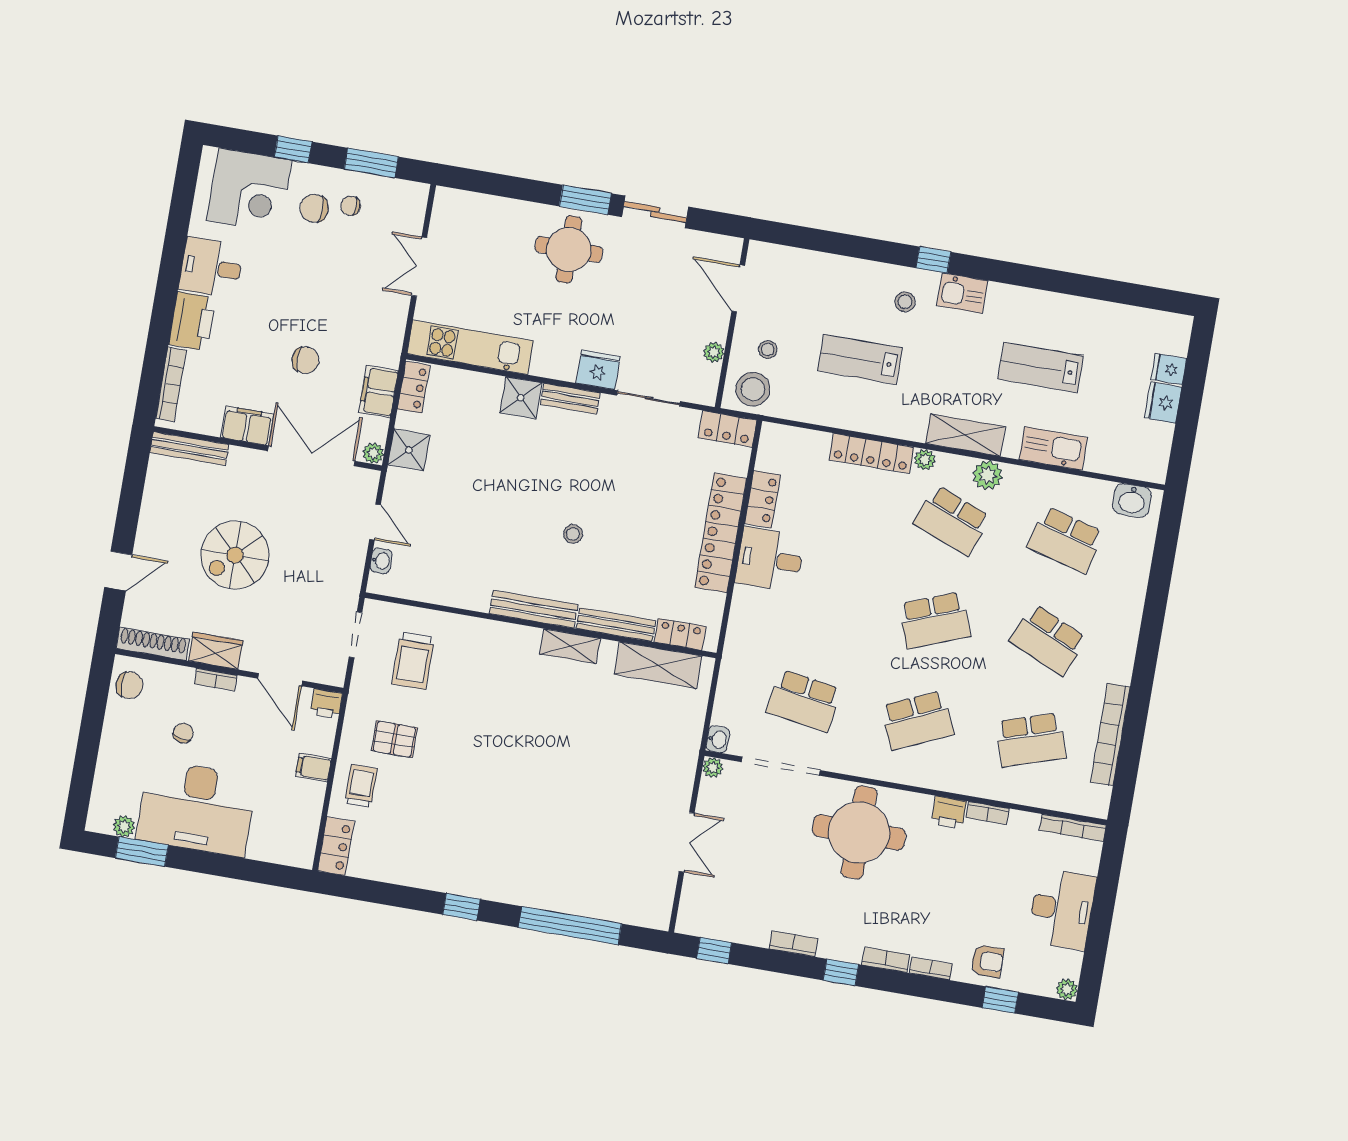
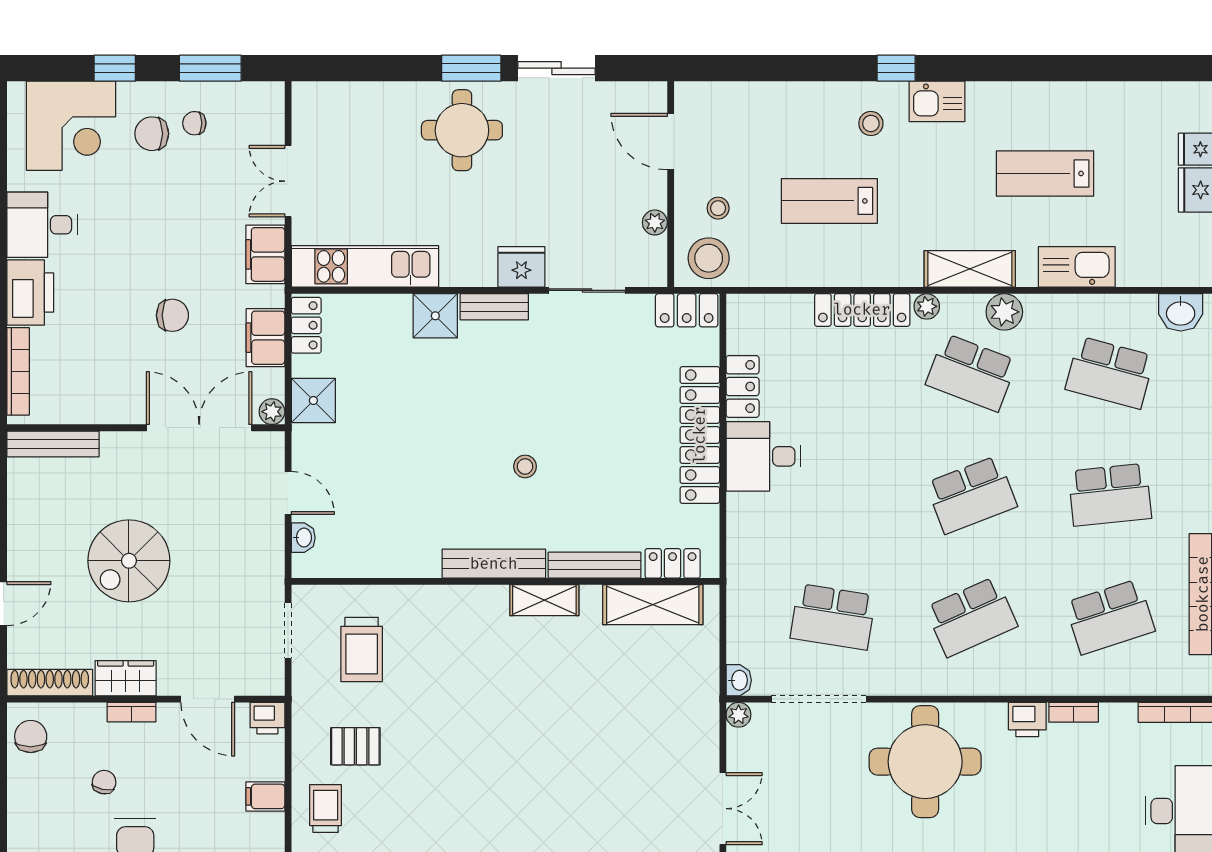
filing cabinet: (247, 426) -> (265, 254), moved, turned -90
school desk: (1048, 640) -> (1110, 495), turned -30
chair: (130, 685) -> (31, 736), turned -90

